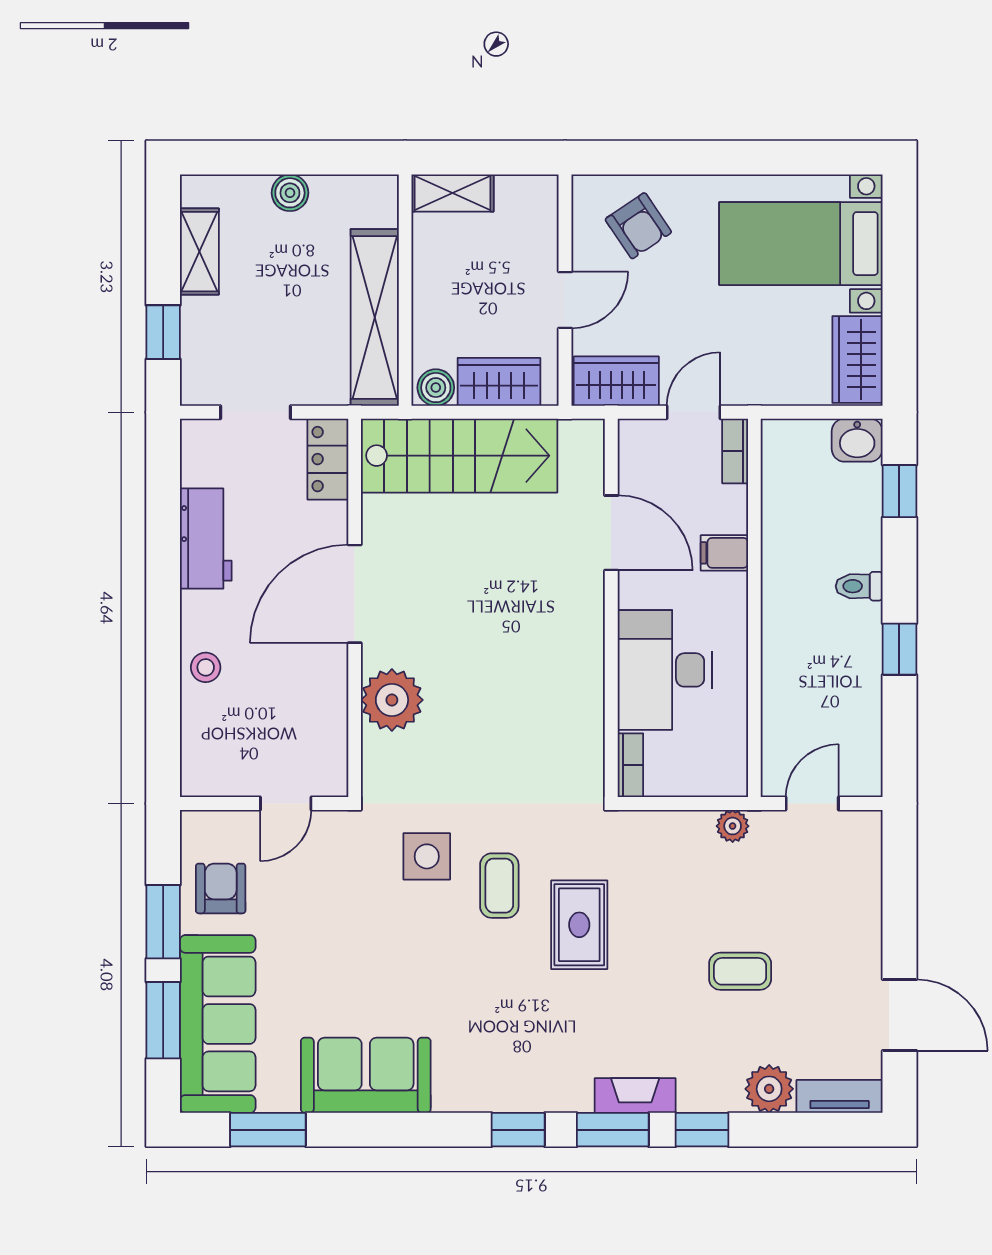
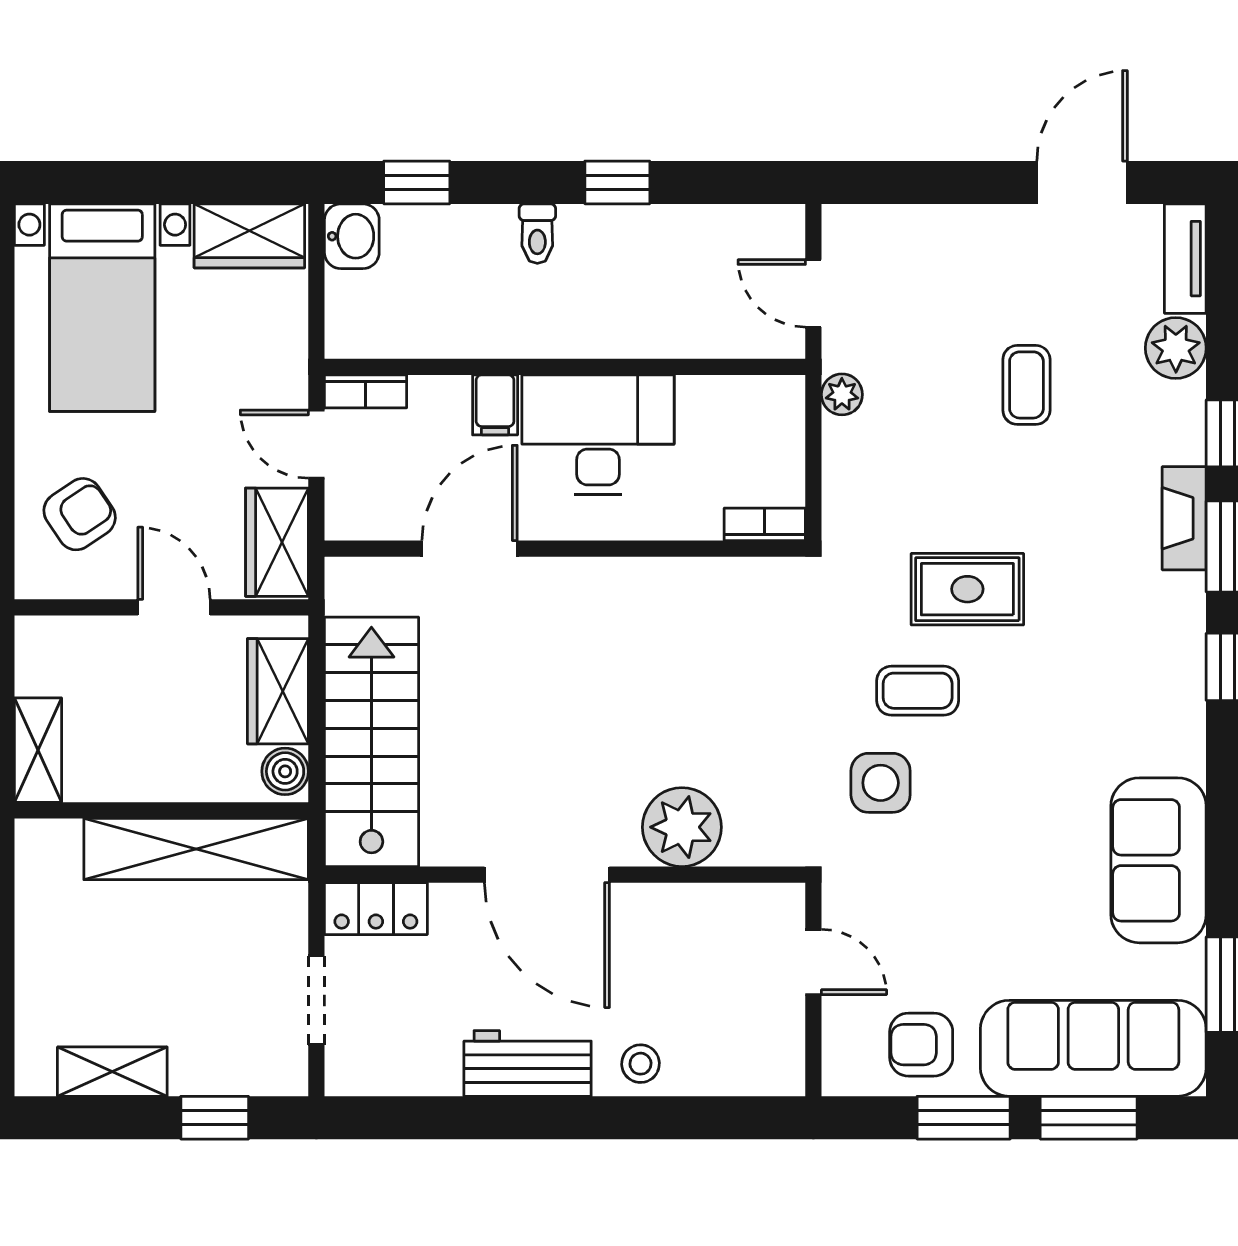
boiler: (290, 193) -> (38, 957), removed
workbench: (206, 539) -> (528, 1063), moved
desk: (665, 670) -> (598, 435), moved, turned 180

